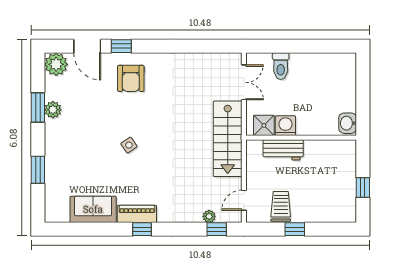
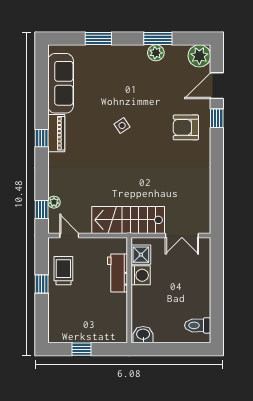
toilet: (281, 66) -> (198, 325), moved
trolley: (281, 206) -> (63, 271), turned -90
sofa: (93, 209) -> (61, 83), width x1.36

